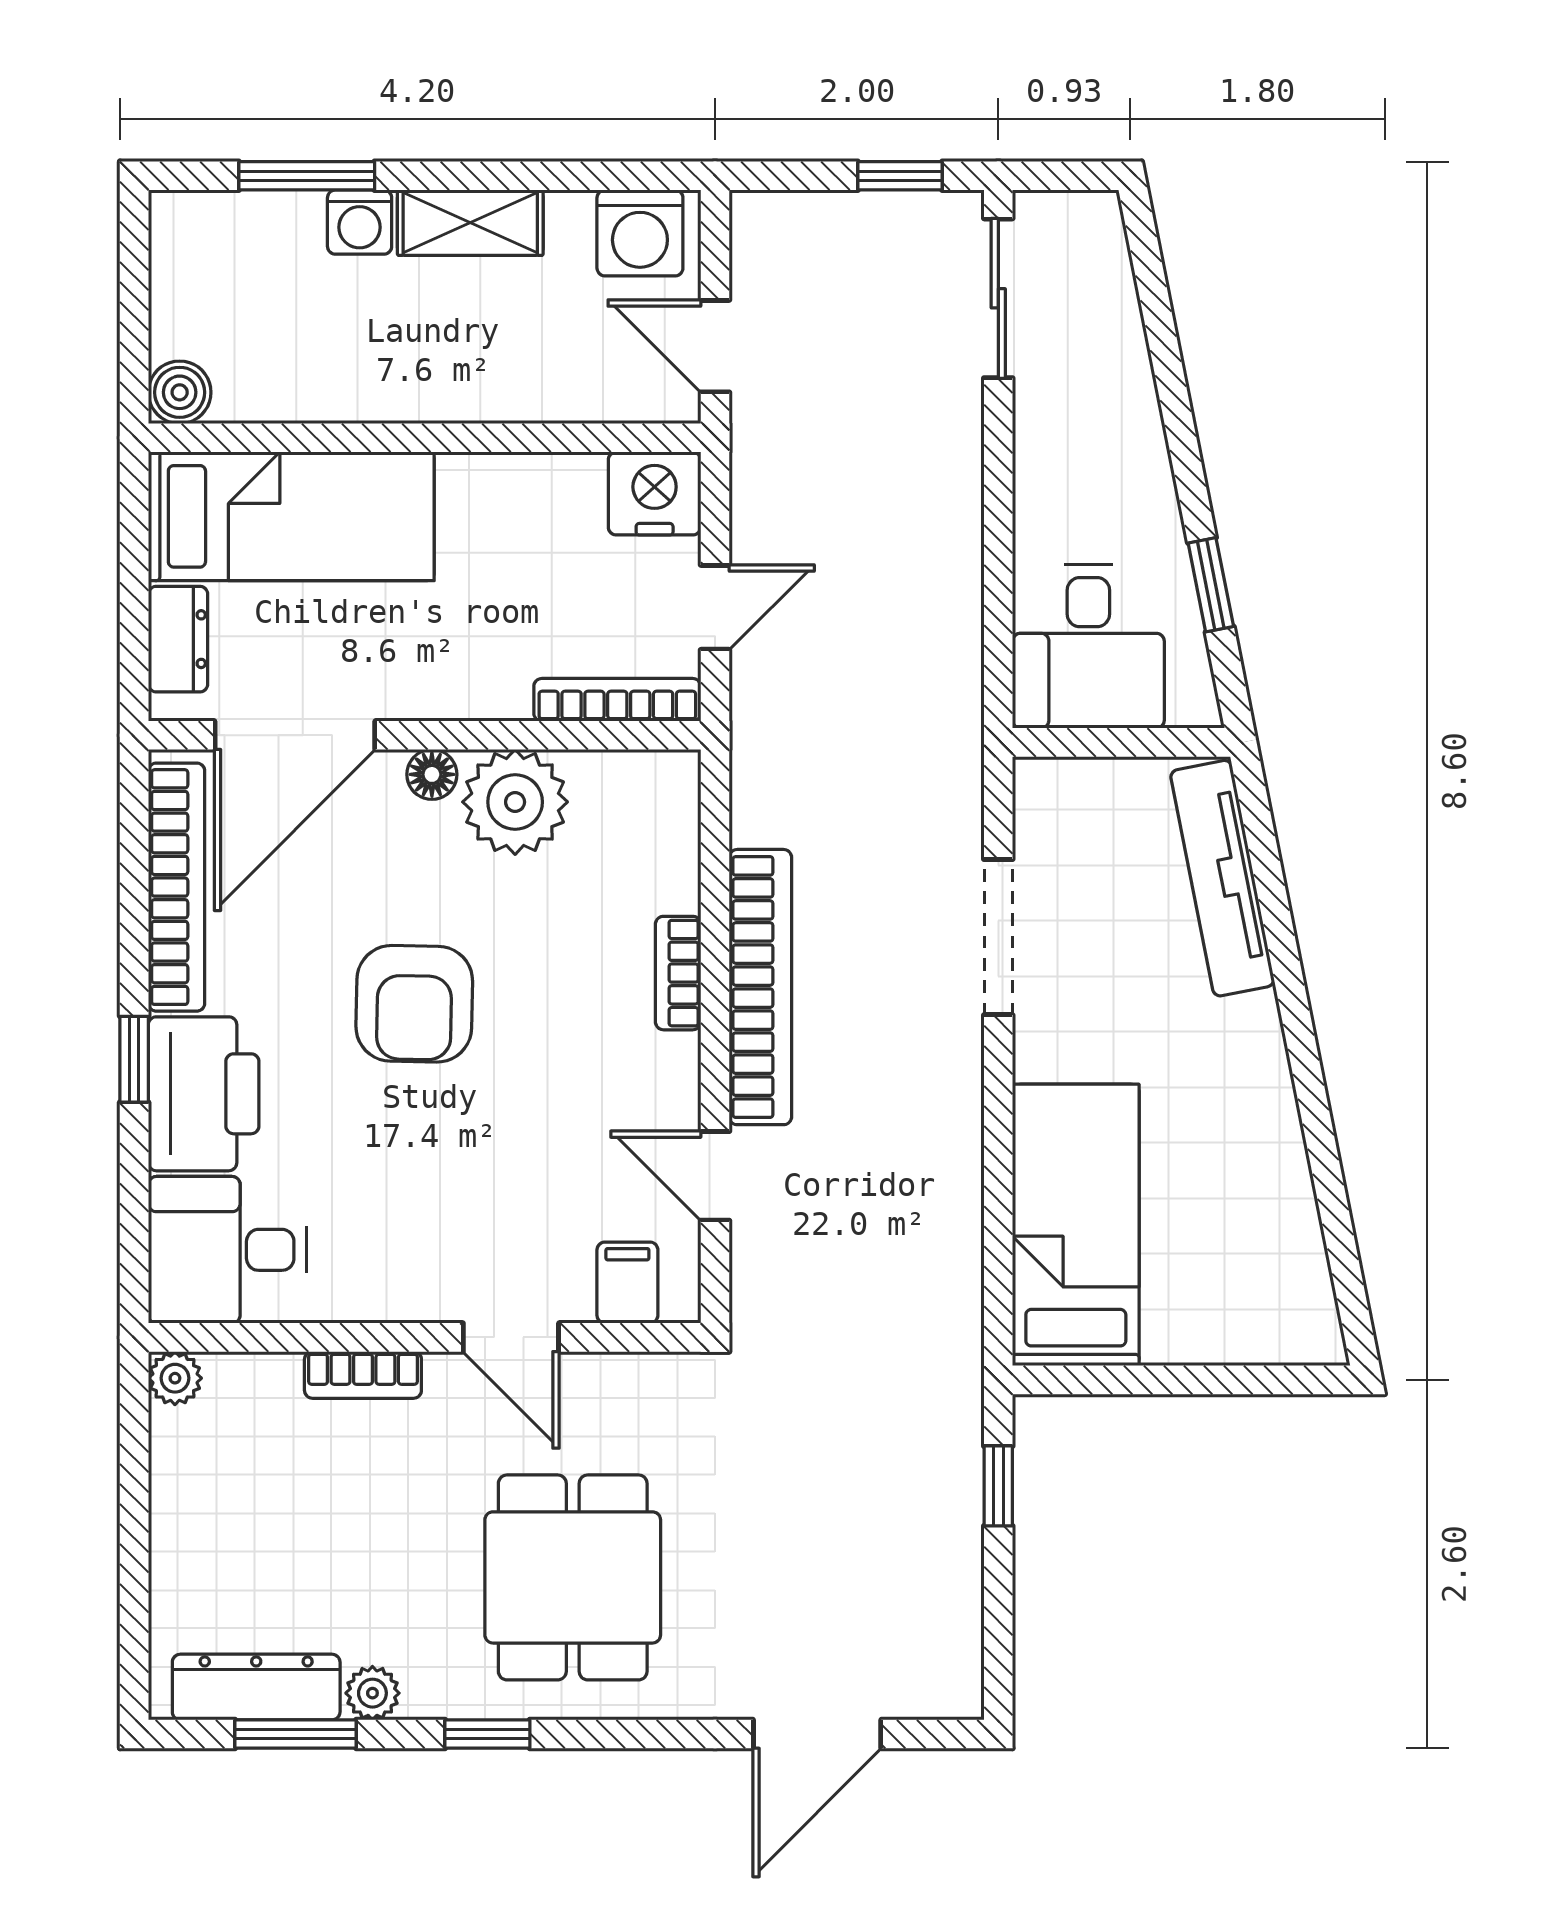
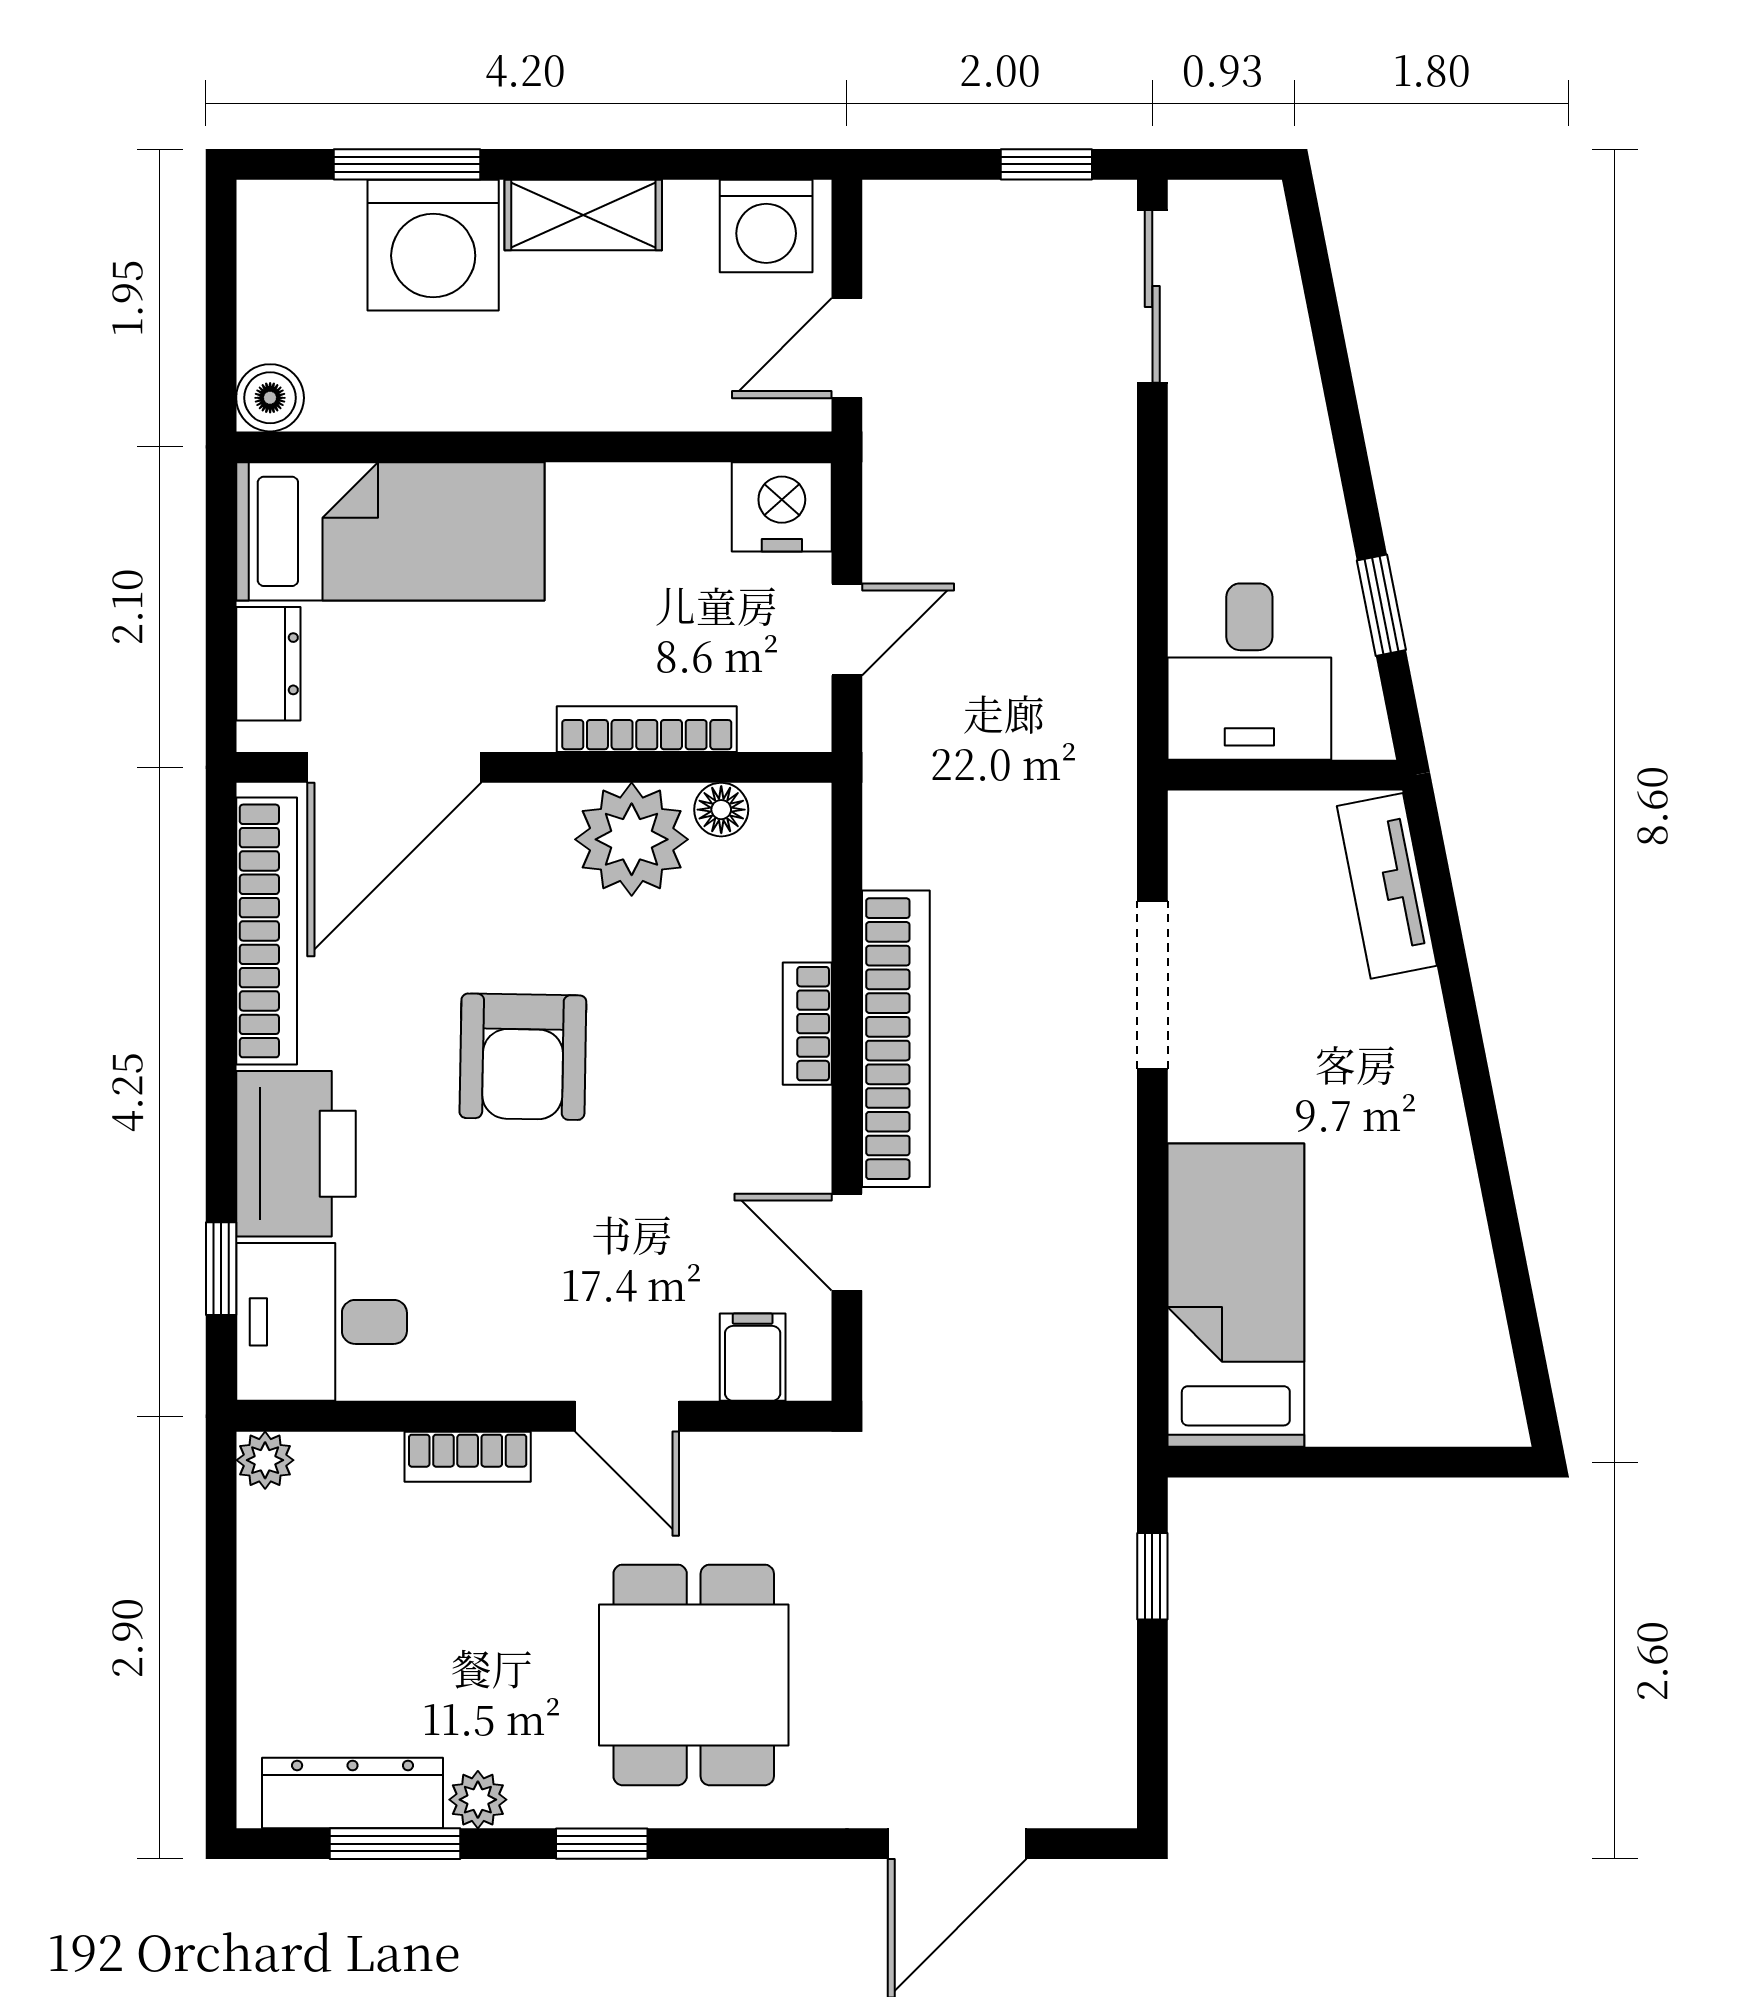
washing machine: (360, 222) -> (433, 245), width x1.89, depth x1.89
door: (715, 346) -> (847, 348), hinge flipped
bookcase: (617, 700) -> (647, 729), moved
floor lamp: (432, 774) -> (721, 810), moved
tv unit: (1222, 878) -> (1387, 886), width x0.71
window: (134, 1059) -> (221, 1269), moved

